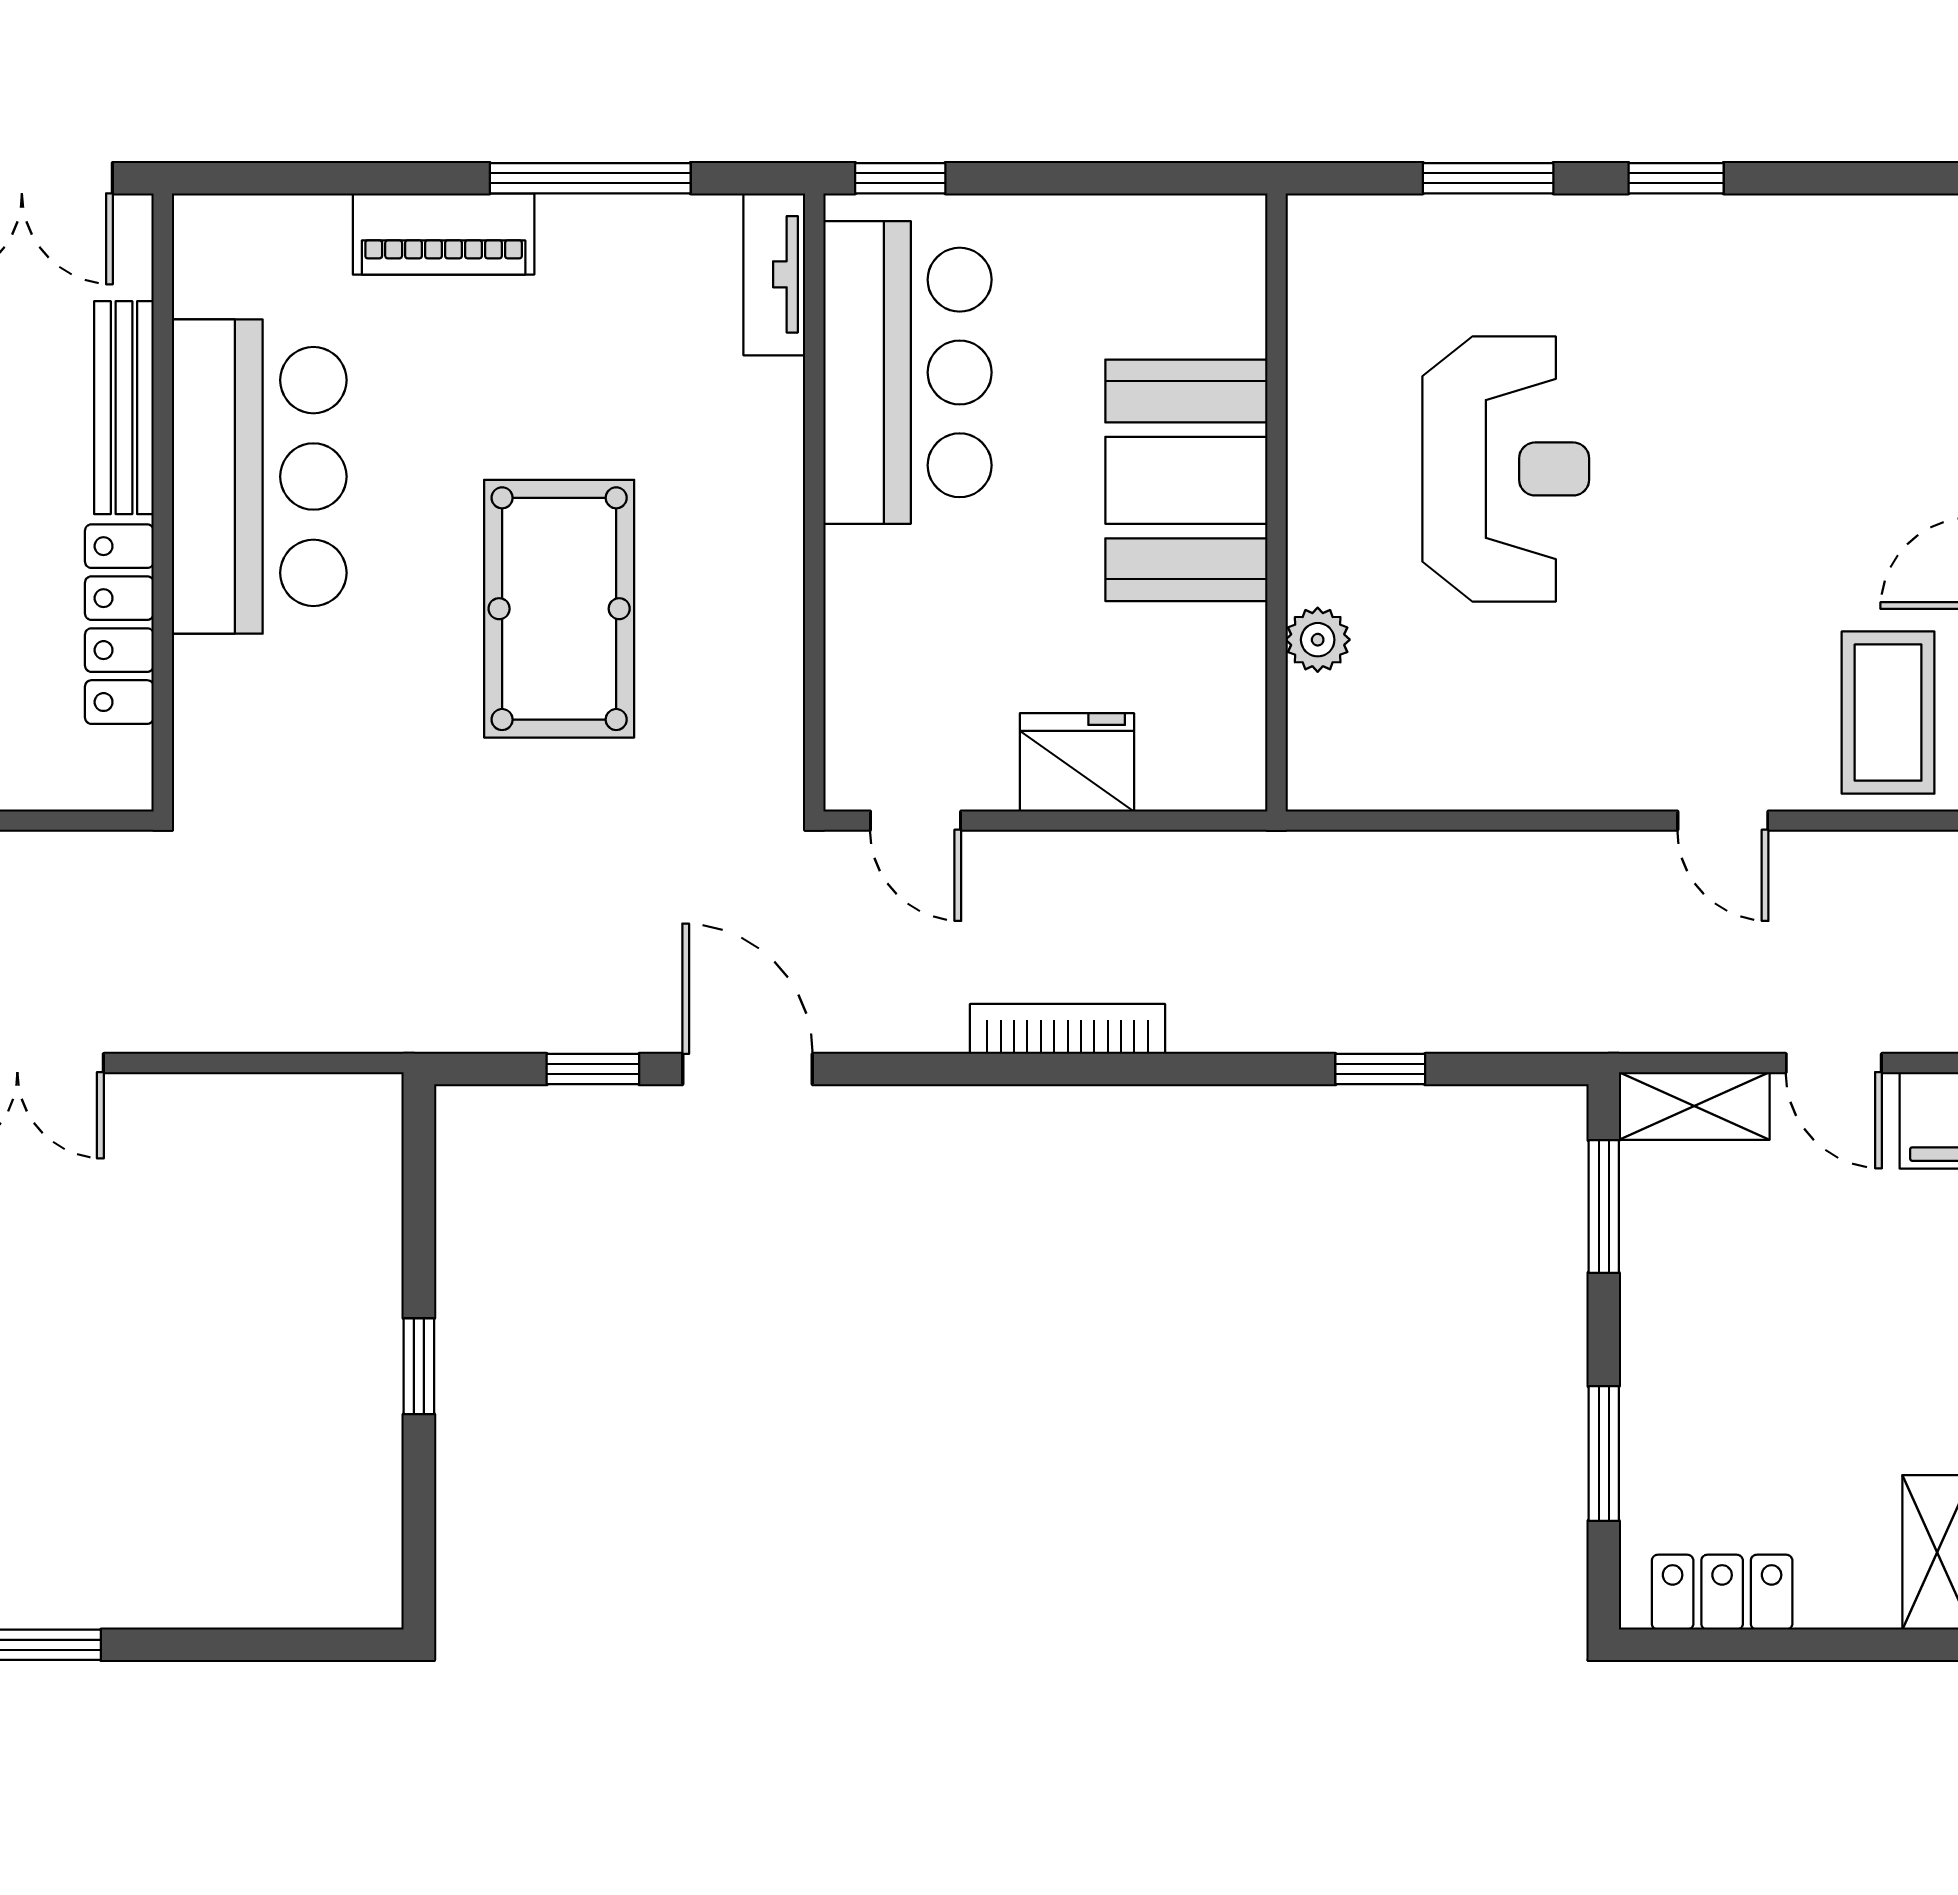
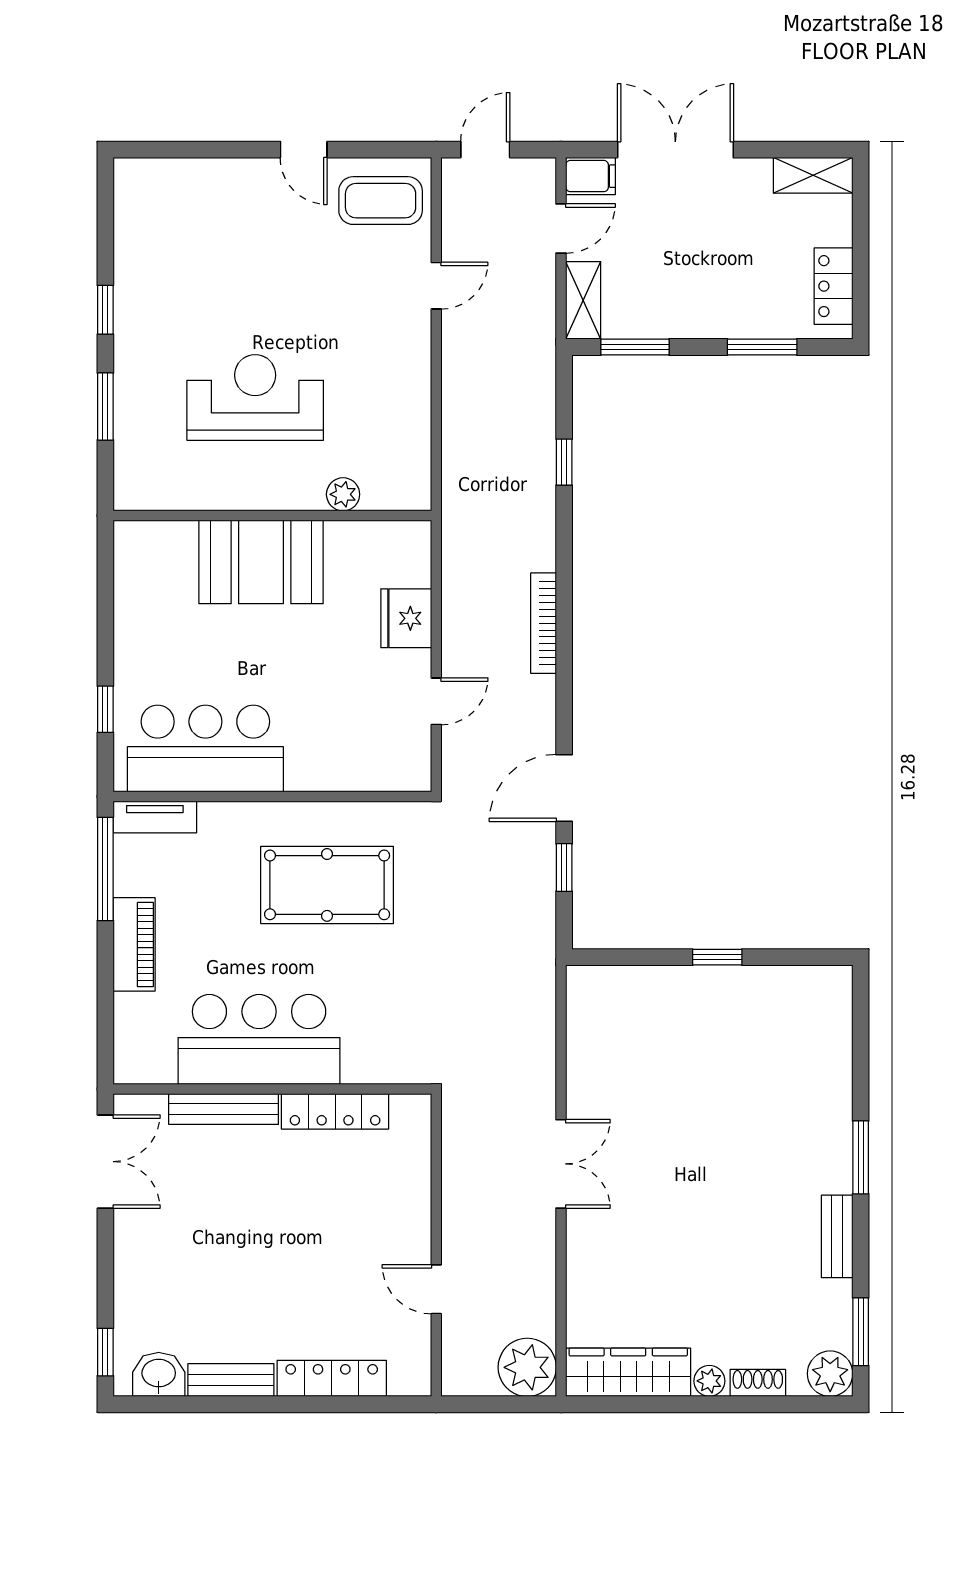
tv unit: (774, 274) -> (155, 817), moved
bar counter: (907, 372) -> (205, 748), moved
wall: (814, 502) -> (272, 796), moved

